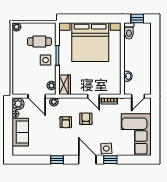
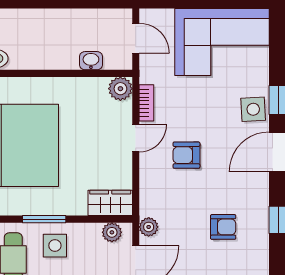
plant: (115, 89) -> (120, 89), added
armchair: (66, 122) -> (223, 227), moved

